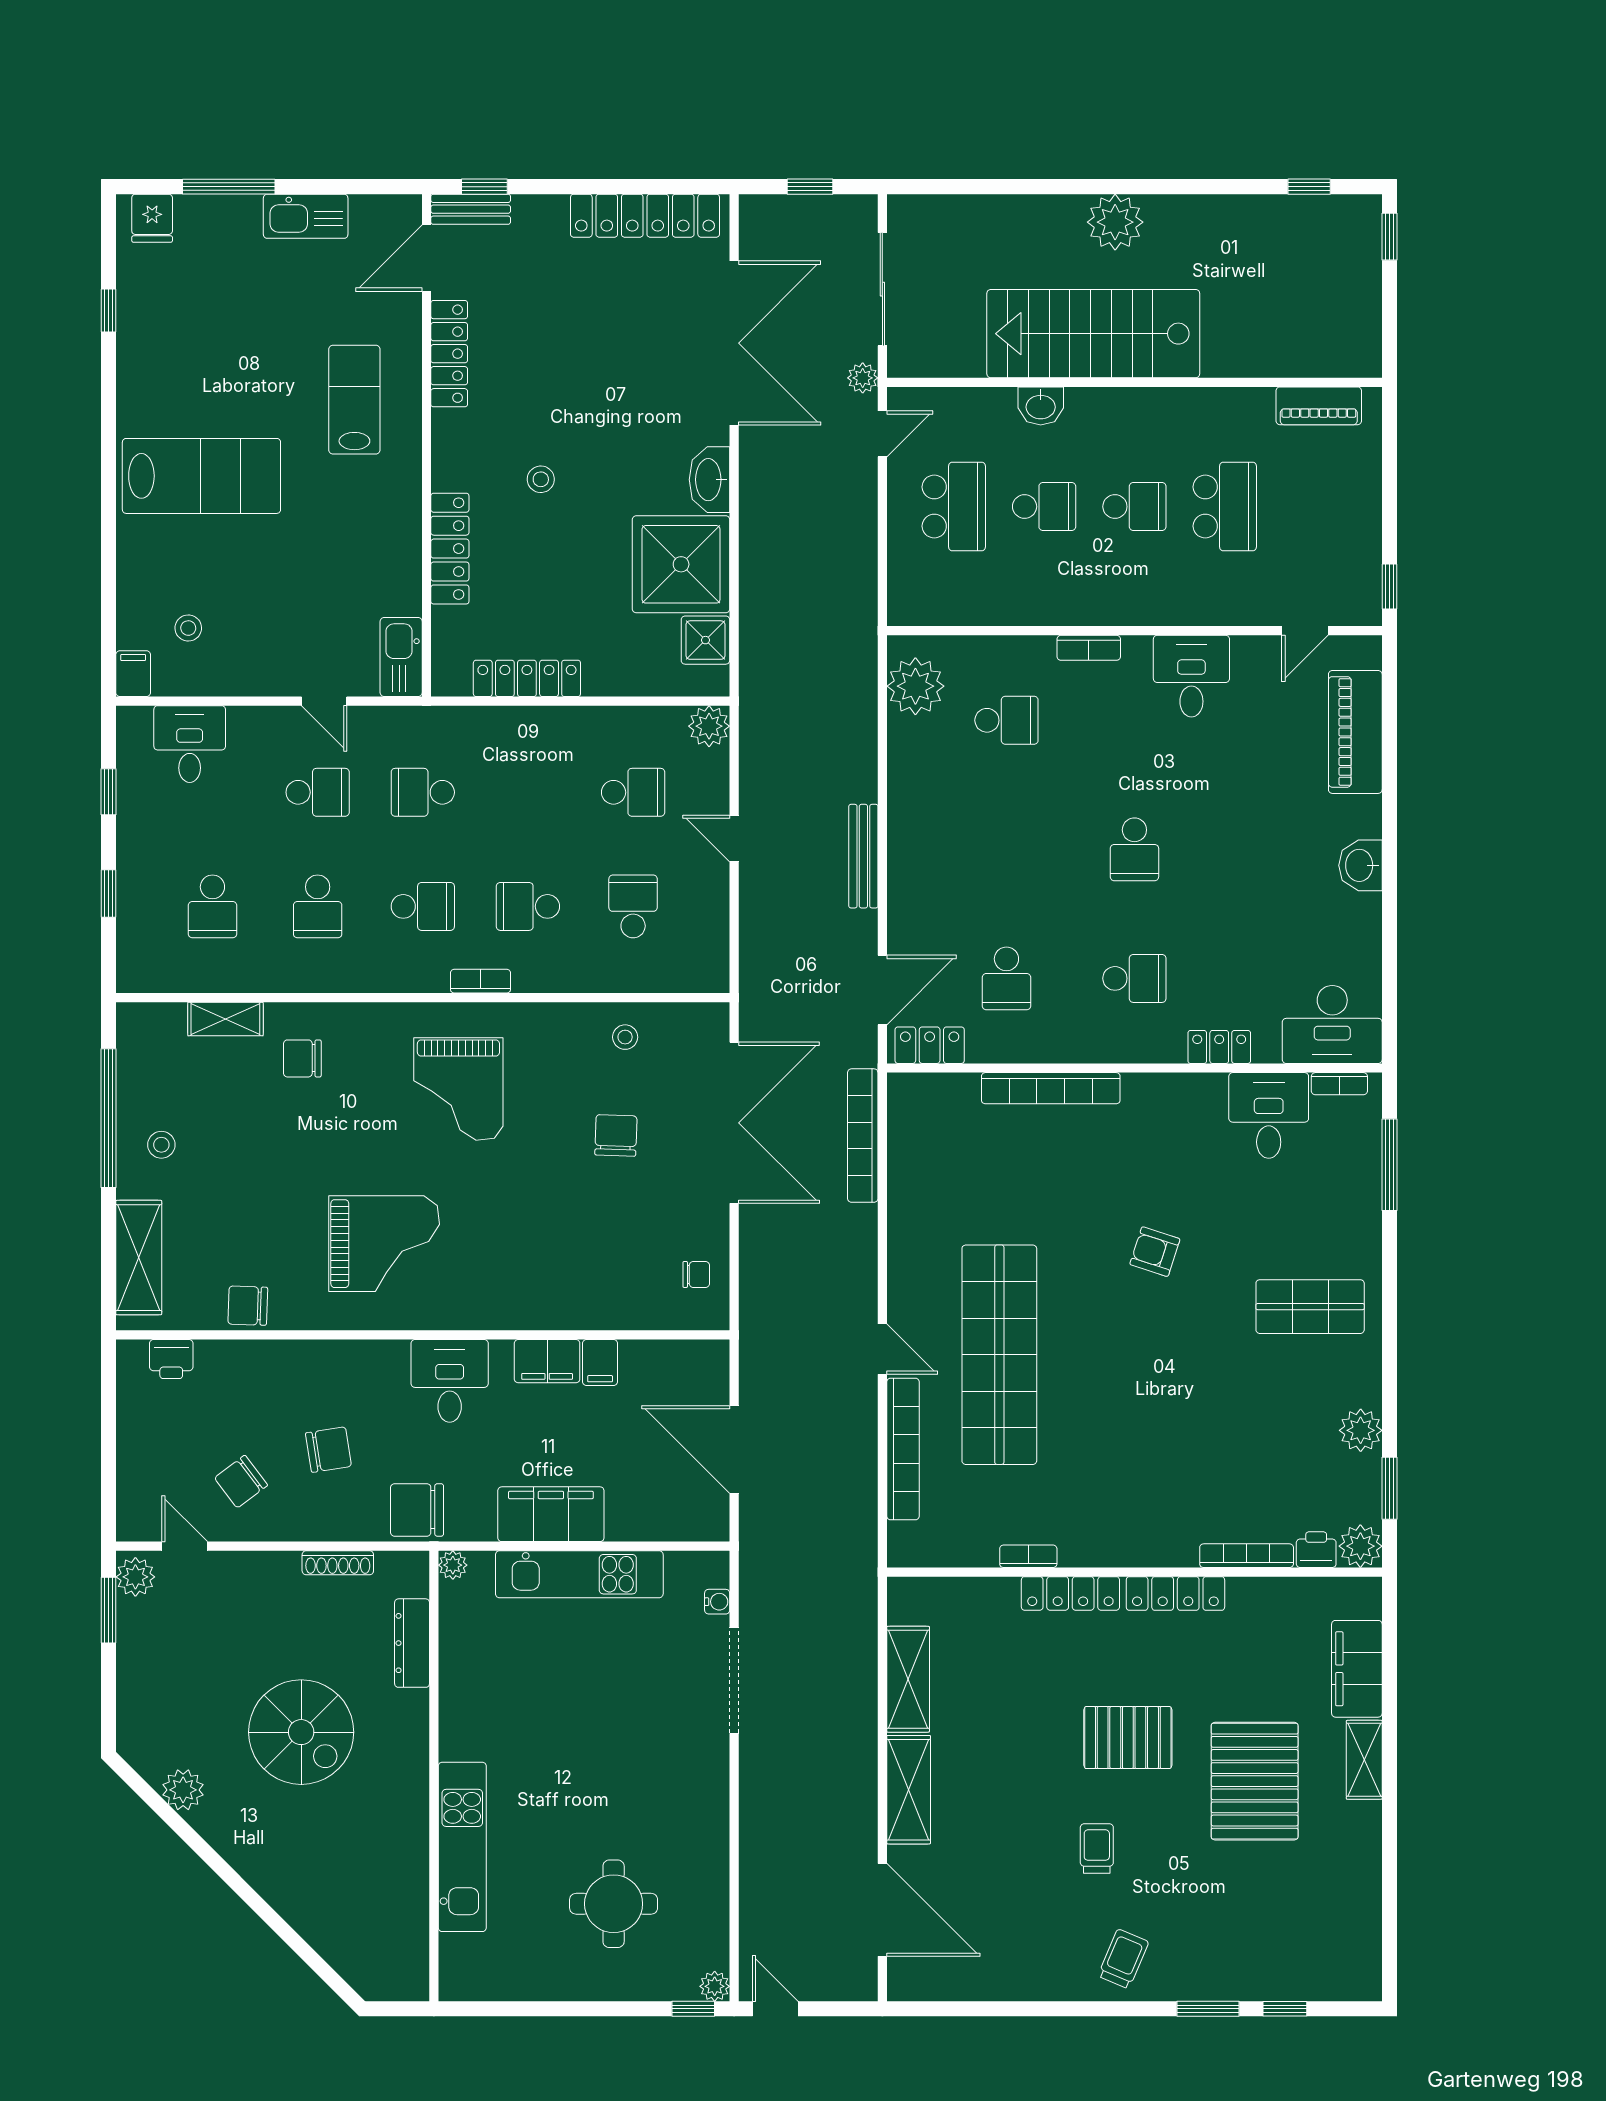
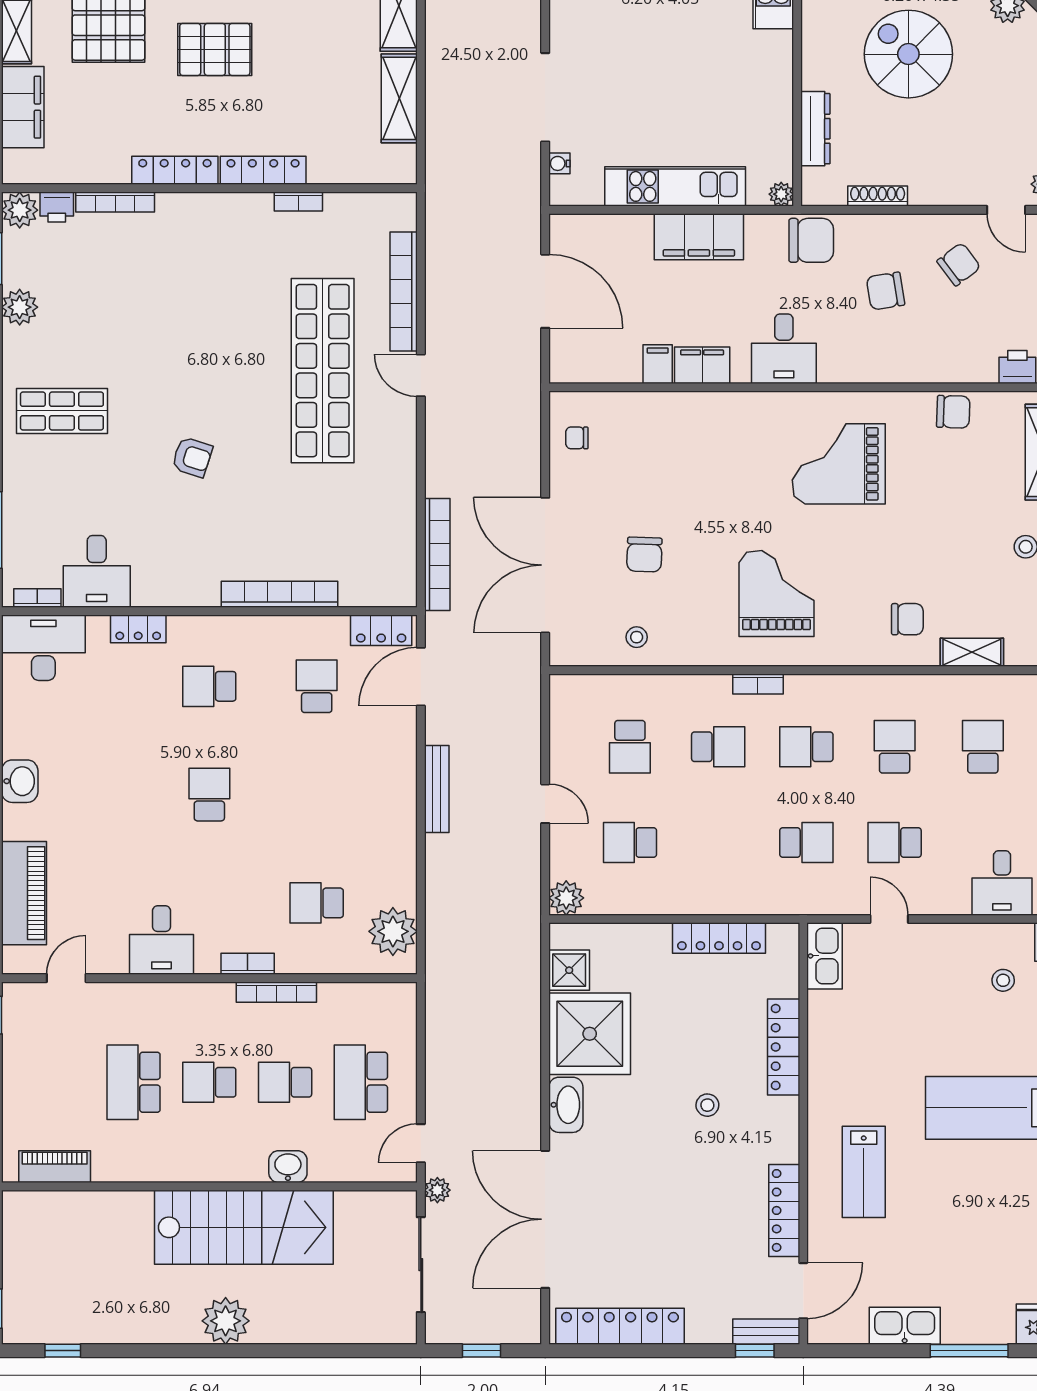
bookcase: (1054, 614) -> (276, 992), added

